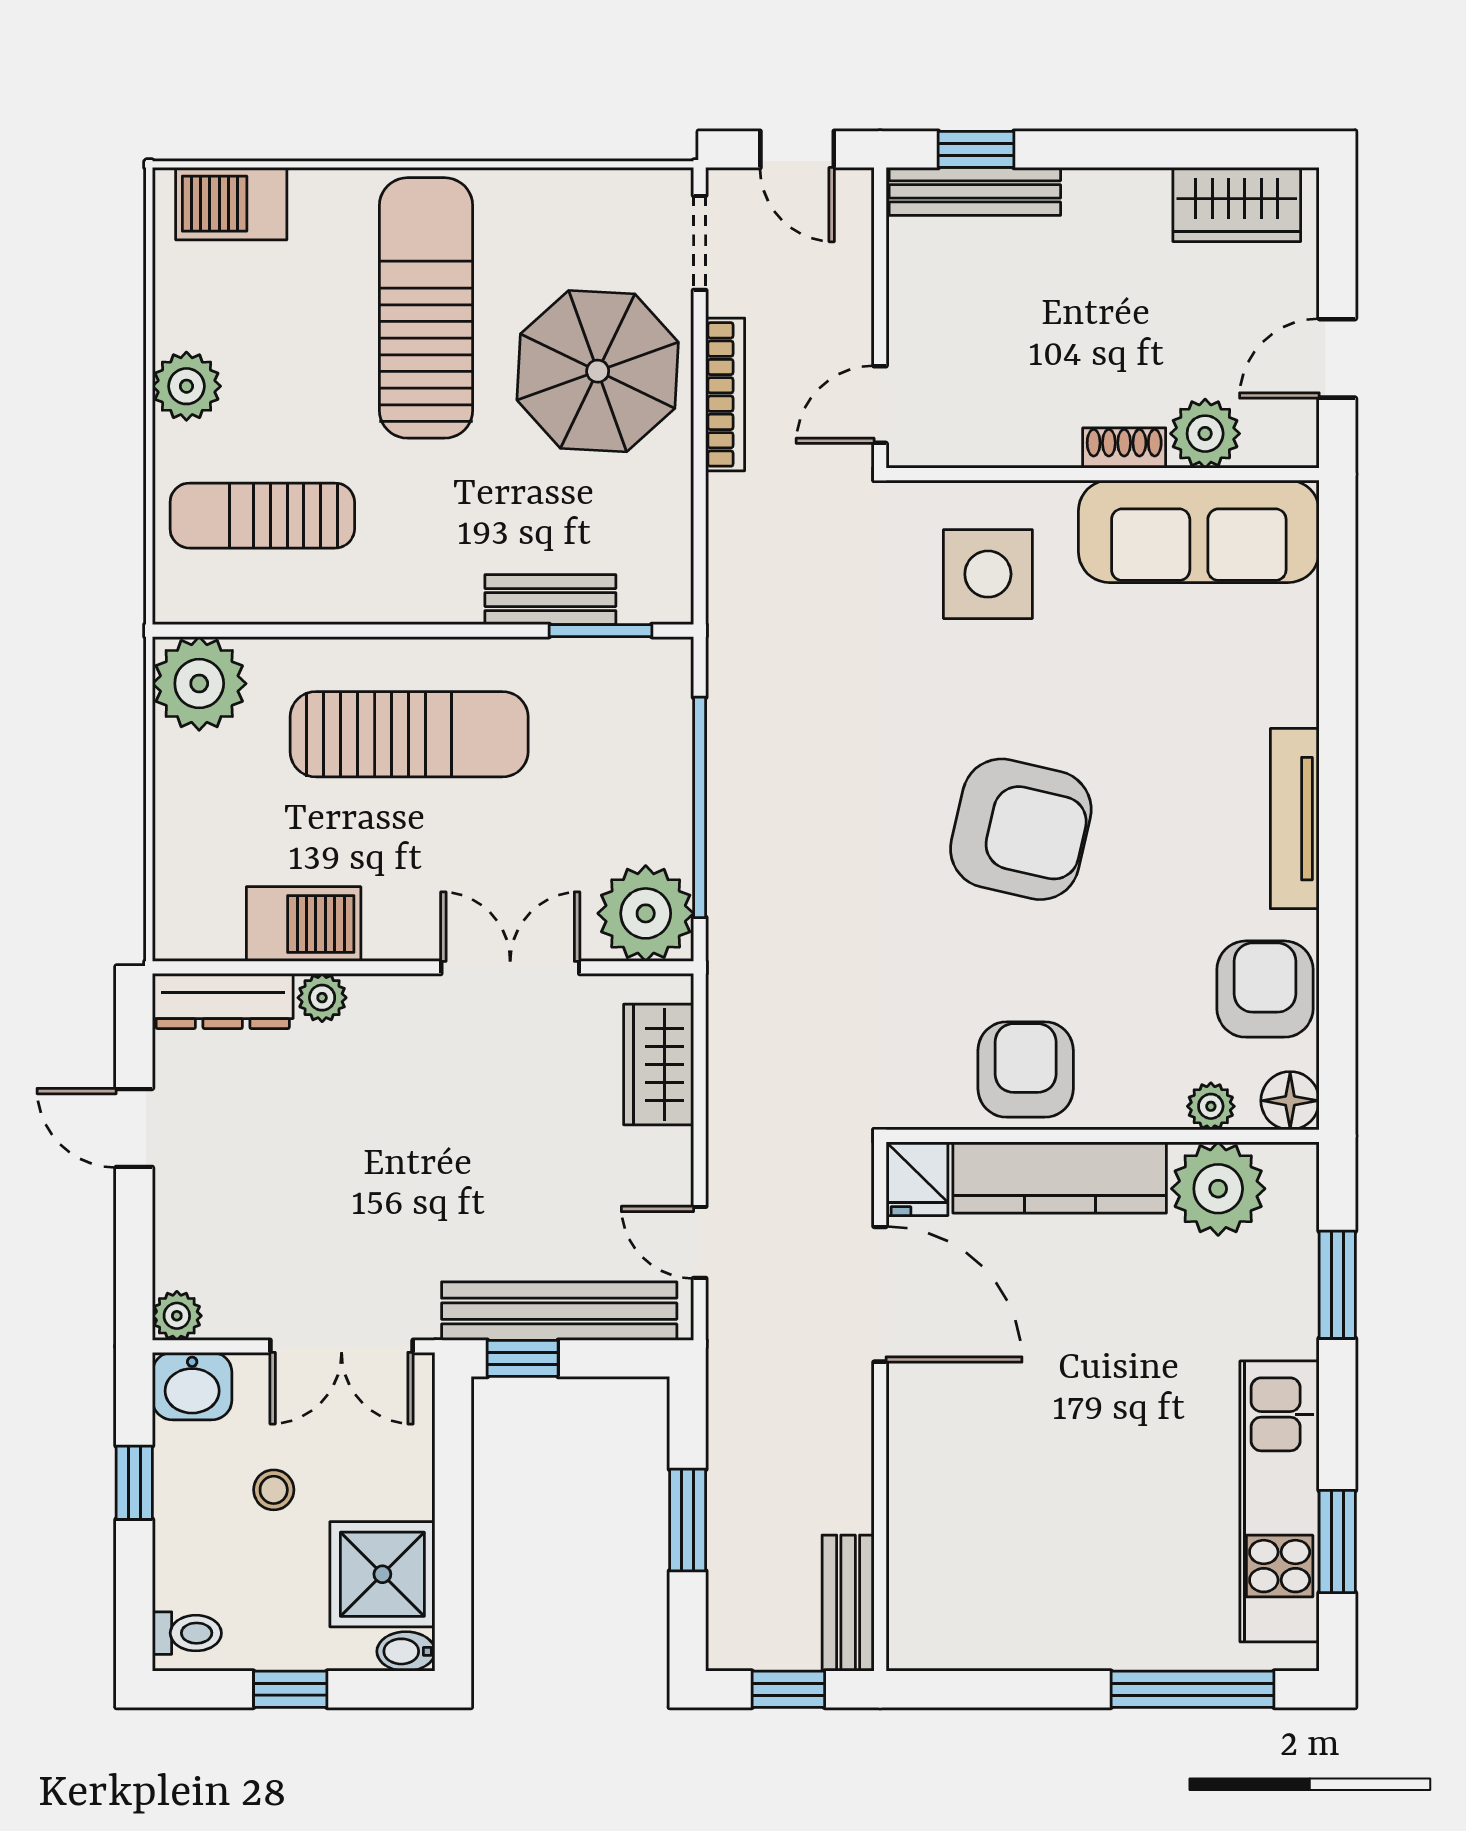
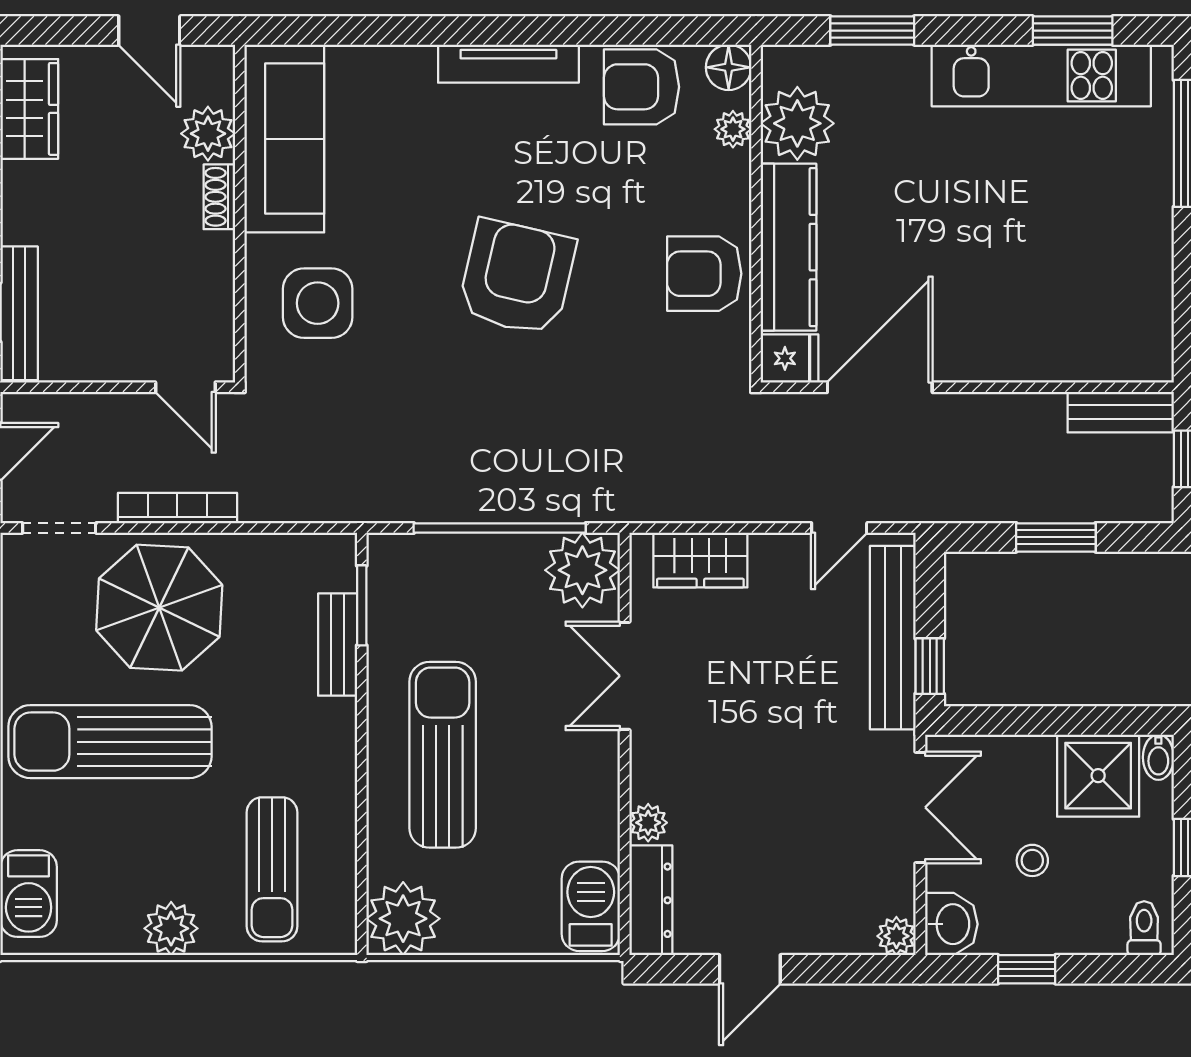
barbecue: (304, 924) -> (591, 906), moved

